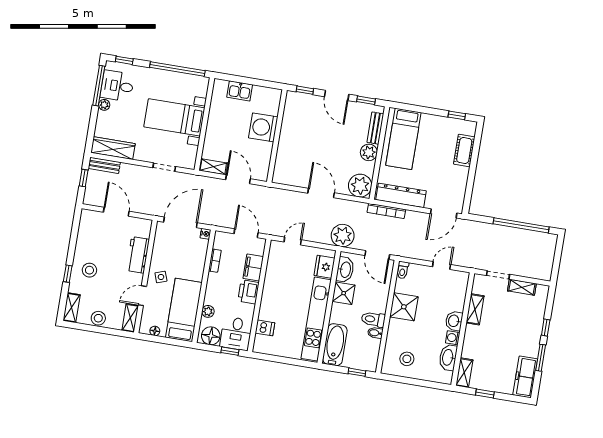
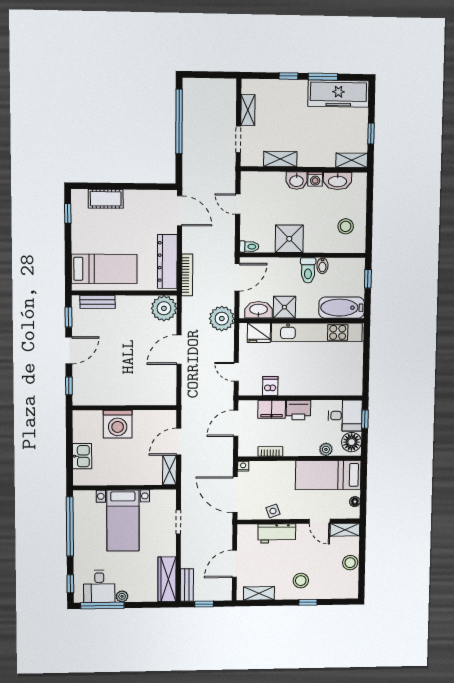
plant: (369, 152) -> (126, 305), removed
side table: (161, 277) -> (273, 511), moved
shelving: (72, 308) -> (259, 593), moved
dishwasher: (265, 328) -> (270, 386), moved
freezer: (525, 377) -> (338, 94), width x1.36, depth x1.26

